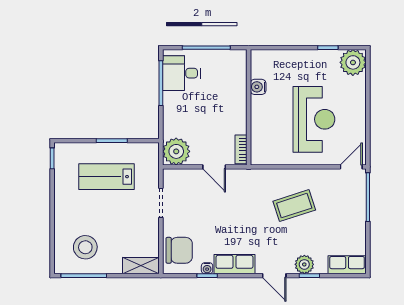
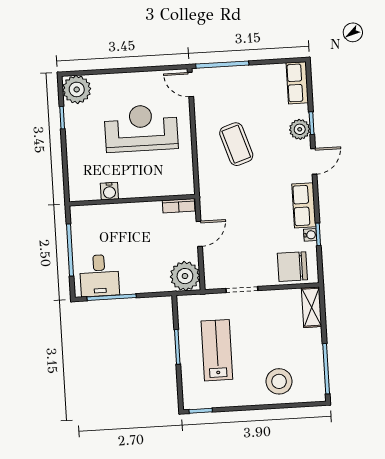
lab bench: (107, 177) -> (217, 350), turned 180
stool: (85, 247) -> (279, 381), moved
chair: (179, 250) -> (292, 267), turned -90

